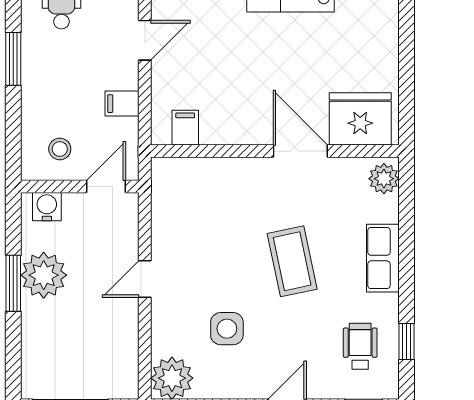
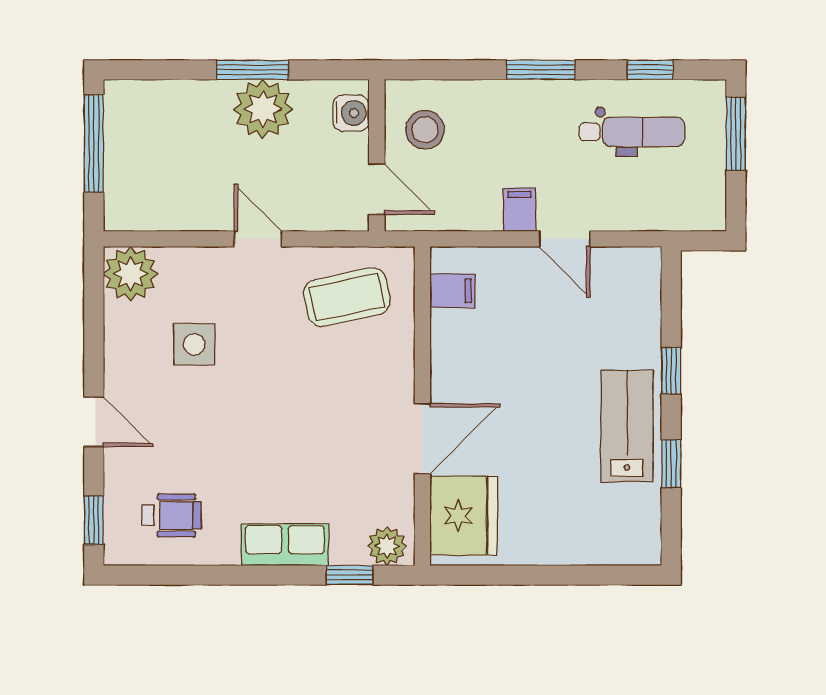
filing cabinet: (122, 104) -> (519, 210), moved
stool: (60, 149) -> (425, 130), width x1.37, depth x1.37
coffee table: (292, 261) -> (347, 297), moved
window: (407, 342) -> (350, 575), moved

